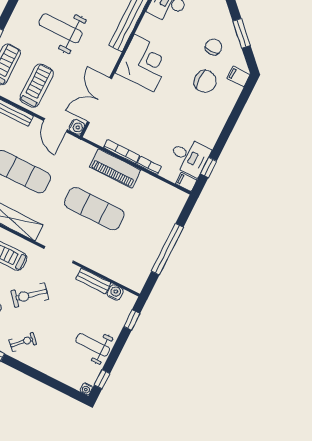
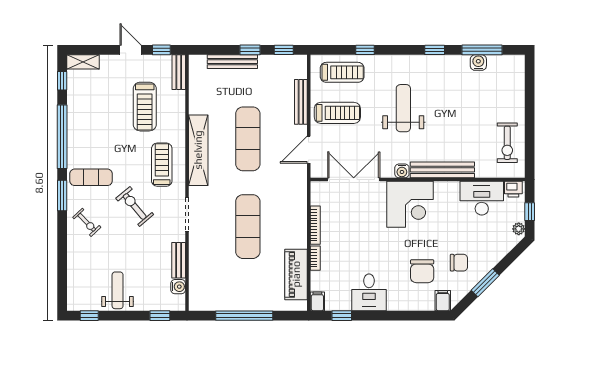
water cooler: (77, 127) -> (402, 171), moved
desk: (189, 157) -> (369, 292), moved
piano: (115, 169) -> (296, 274), moved
water cooler: (86, 389) -> (72, 305), removed

